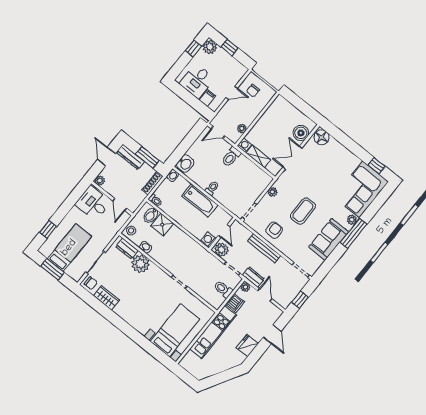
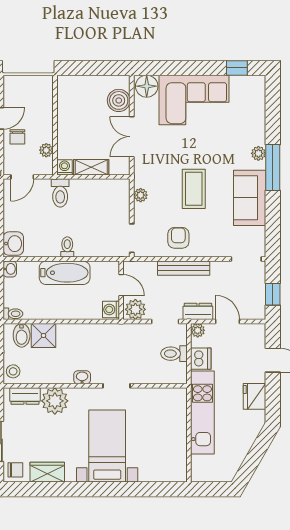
chair: (253, 91) -> (17, 137), moved
corner sofa: (361, 189) -> (194, 100), moved, turned -90
washbasin: (145, 247) -> (82, 377), moved
bed with nightstands: (175, 330) -> (107, 446), moved

